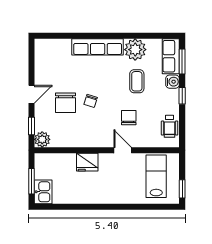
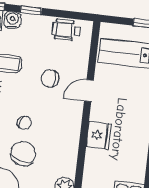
chair: (65, 103) -> (23, 153), turned -75
wheelchair: (170, 126) -> (66, 30), turned 180

